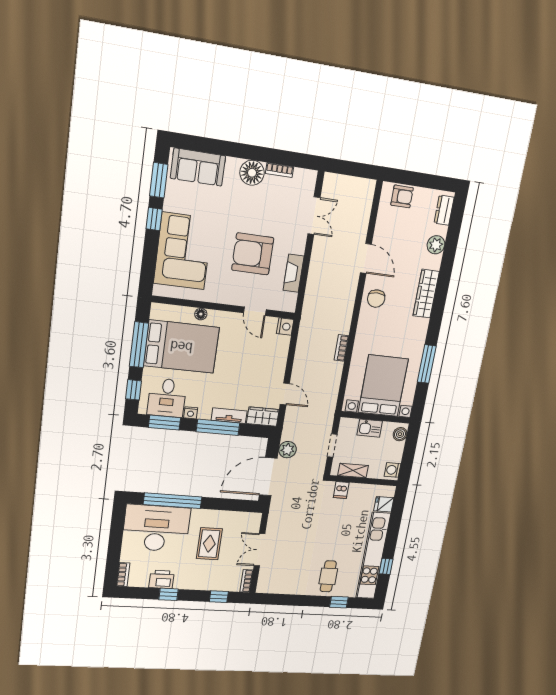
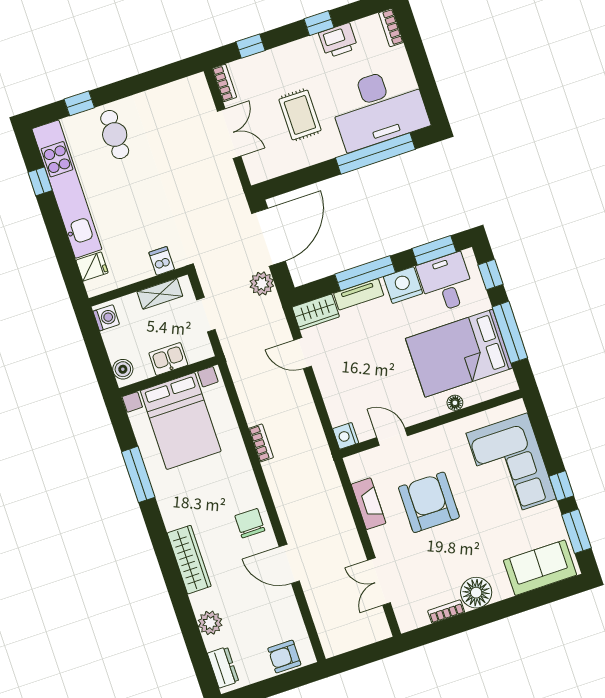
armchair: (253, 254) -> (429, 502), turned -90
nightstand: (191, 413) -> (403, 285), width x1.89, depth x1.79

